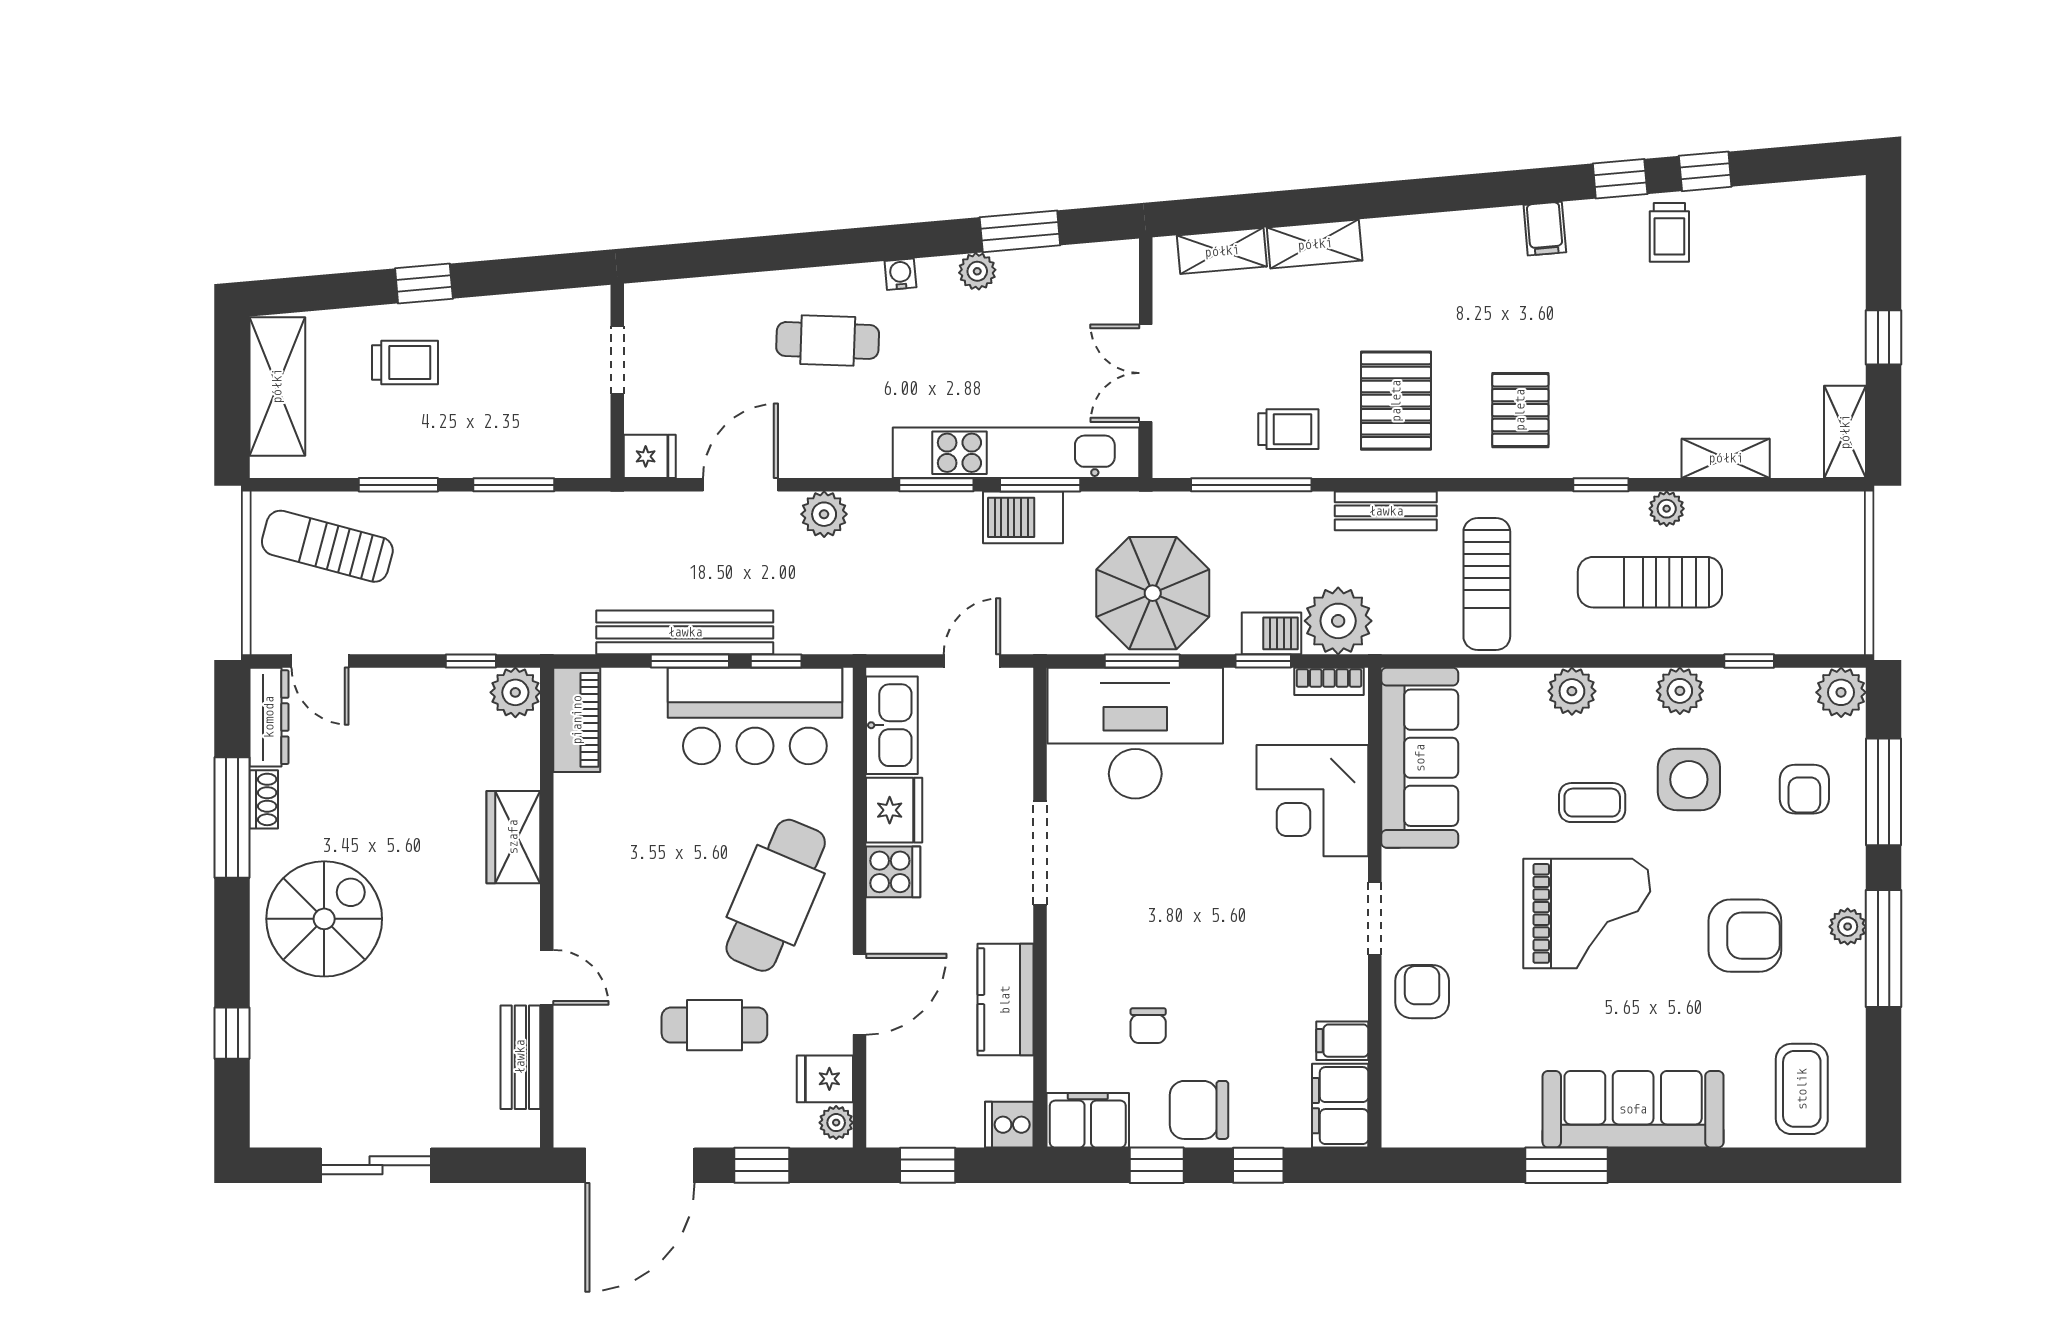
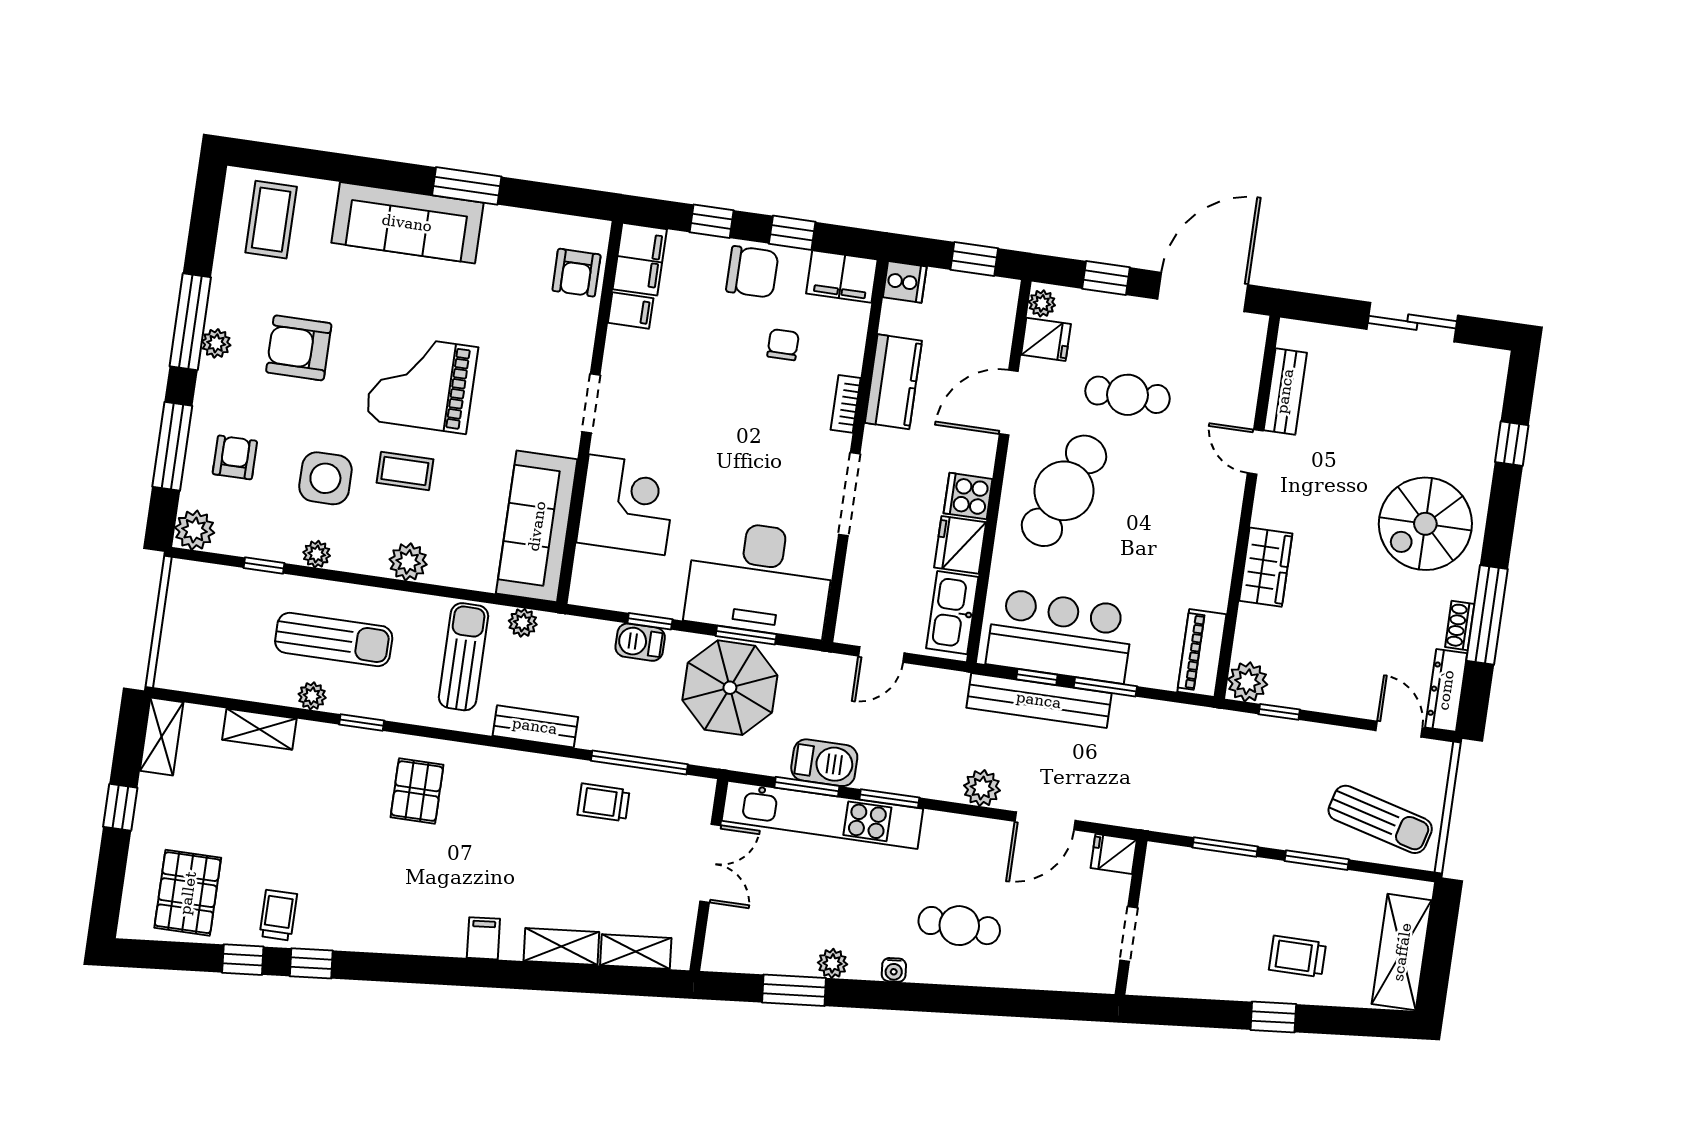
filing cabinet: (1545, 229) -> (483, 938), moved
pallet: (1396, 401) -> (188, 893), moved
plant: (1338, 621) -> (523, 623), moved, width x0.53, depth x0.53
bench: (685, 632) -> (1039, 700), moved
bookcase: (1329, 681) -> (846, 404), moved, turned -90
plant: (1680, 691) -> (317, 554), width x0.73, depth x0.73
armchair: (1422, 992) -> (576, 273), moved

